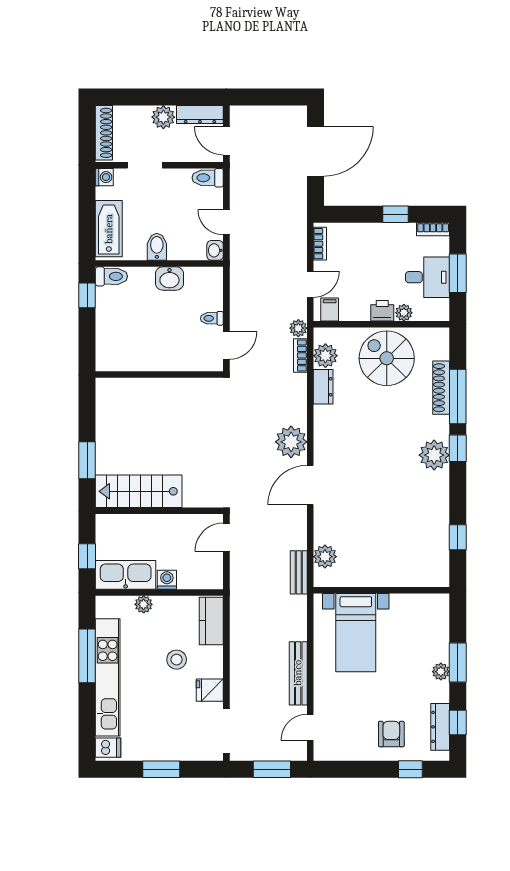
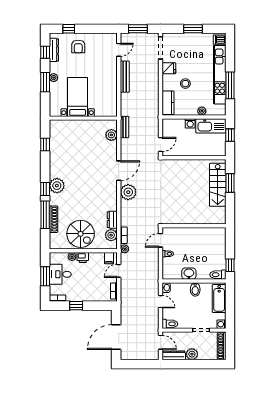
stairs: (139, 491) -> (218, 185), moved, turned 90
bed with nightstands: (356, 633) -> (78, 97), moved

